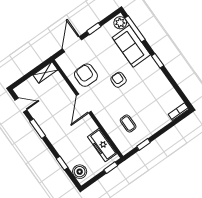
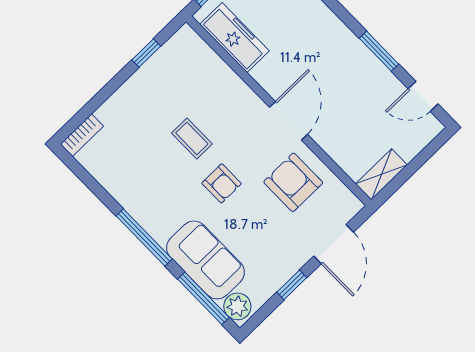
window: (158, 61) -> (144, 237), width x2.17
armchair: (86, 75) -> (293, 182), turned 180
coffee table: (128, 124) -> (192, 138), moved

